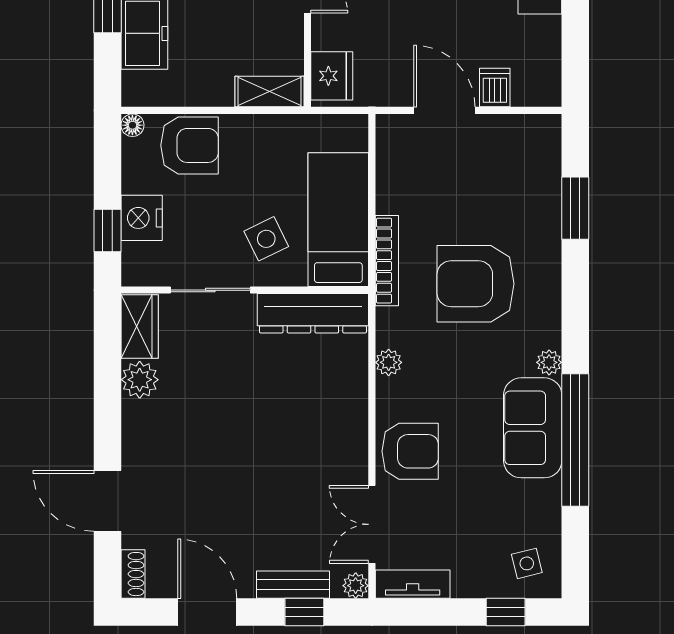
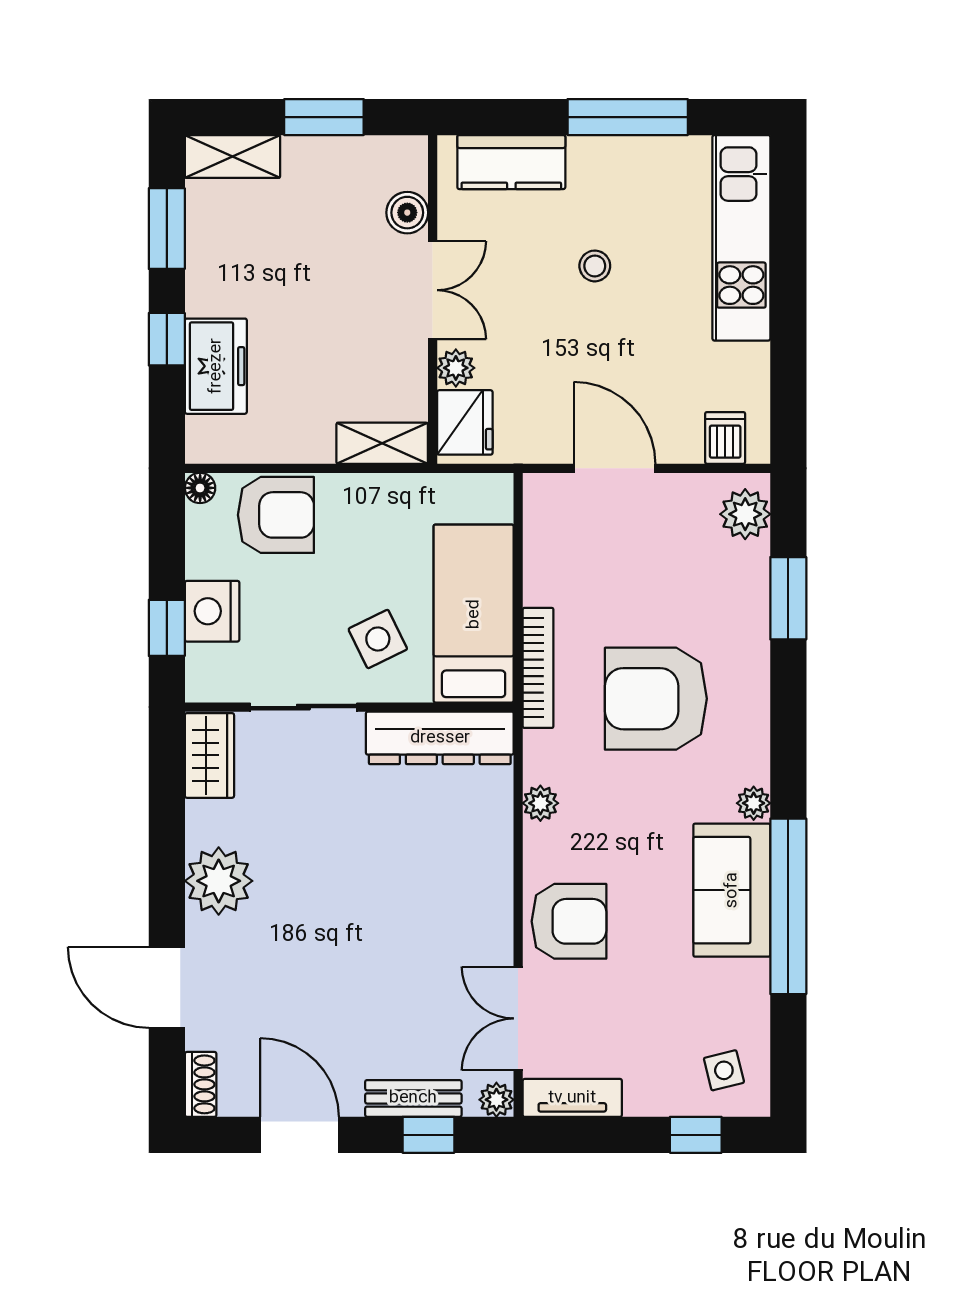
plant: (325, 35) -> (456, 368), added
dishwasher: (495, 88) -> (725, 438), moved
plant: (543, 145) -> (745, 514), added
plant: (140, 380) -> (219, 881), moved, width x1.36, depth x1.36

